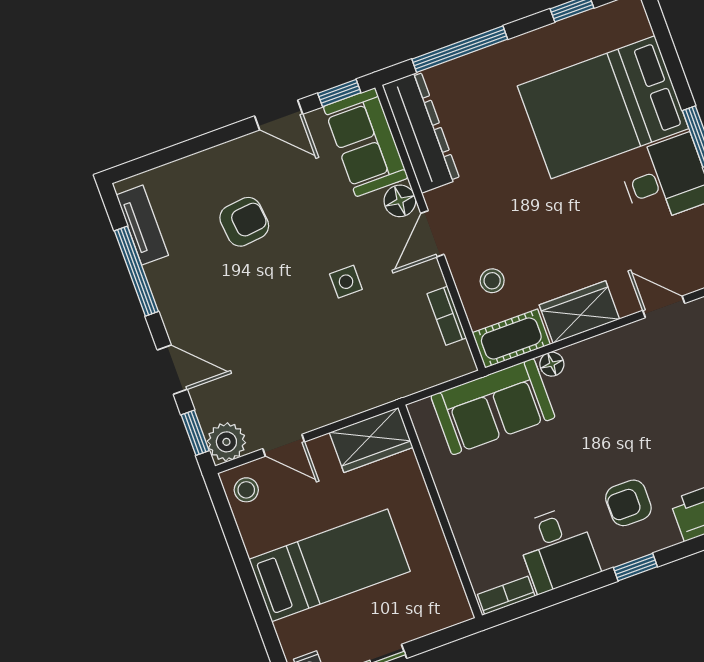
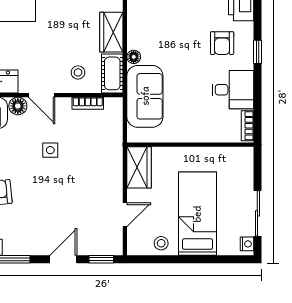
plant: (226, 442) -> (112, 244), removed
stool: (246, 490) -> (161, 243), moved

